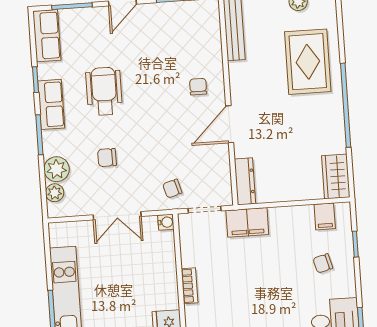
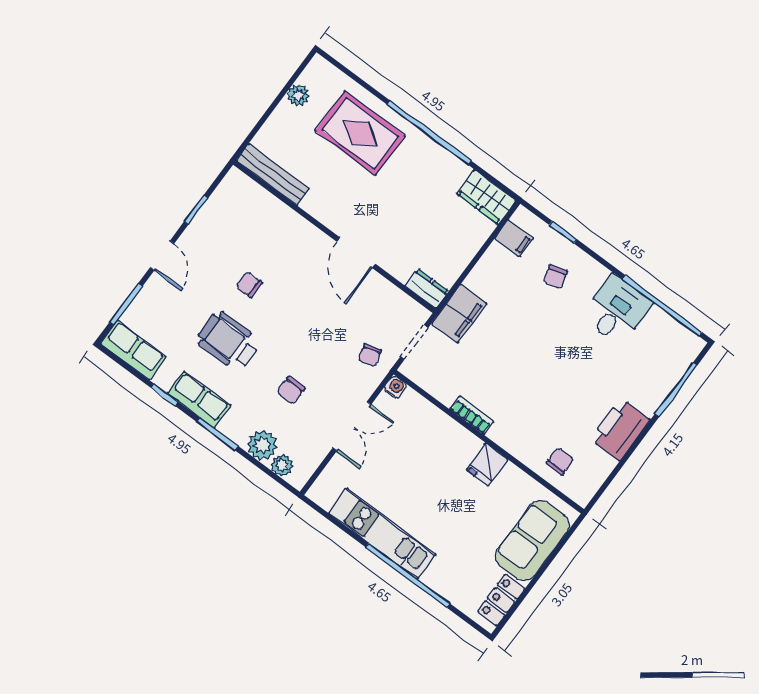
chair: (198, 87) -> (249, 285), moved
dresser: (245, 181) -> (427, 289), width x0.70

